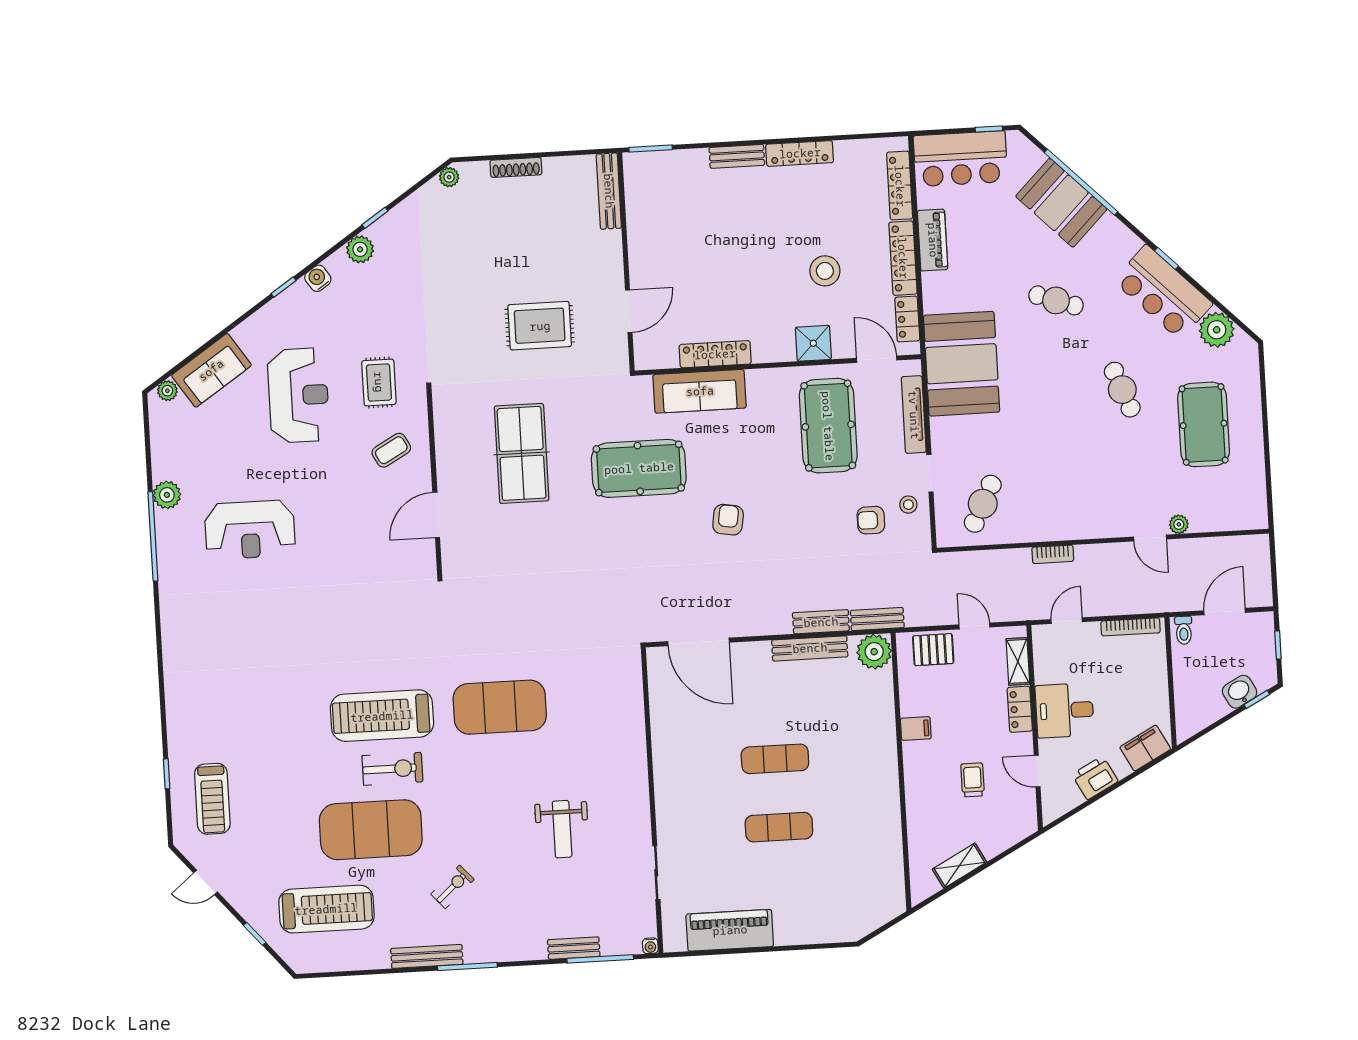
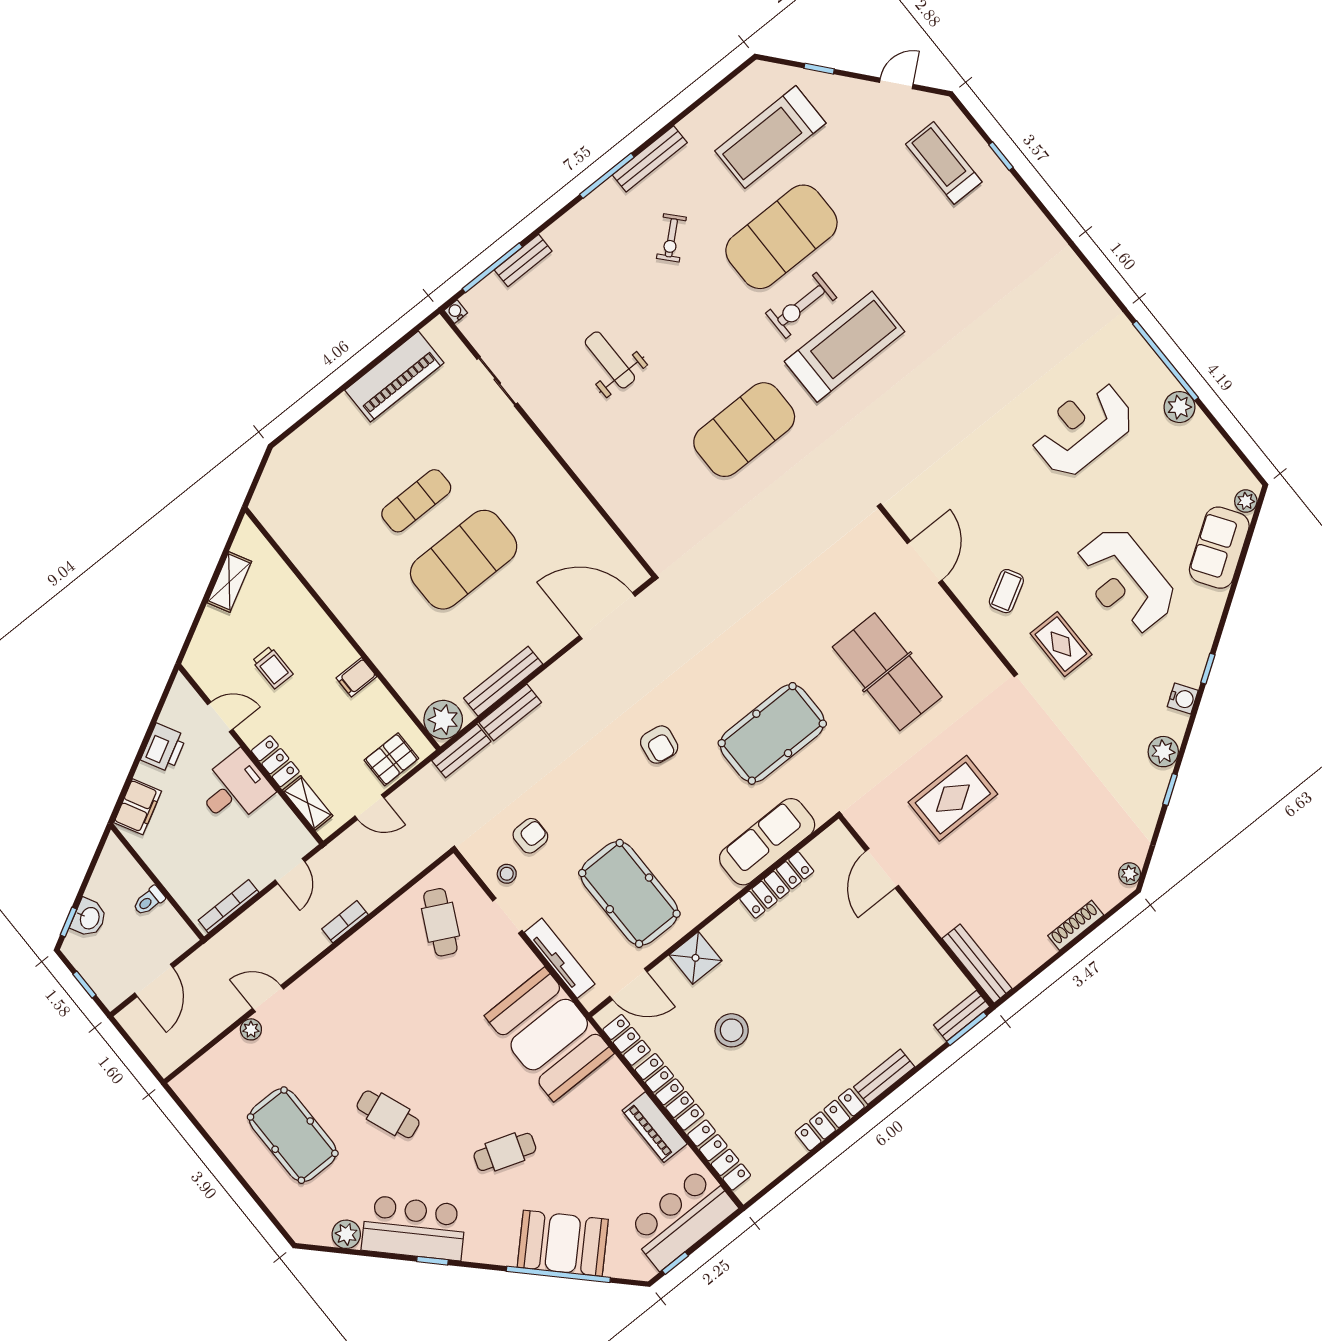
bench: (648, 161) -> (962, 1016), added
plant: (1217, 330) -> (346, 1234), width x0.73, depth x0.73
toilet: (1184, 630) -> (149, 901), moved, turned -90
exercise mat: (775, 759) -> (464, 560), width x2.00, depth x1.45

